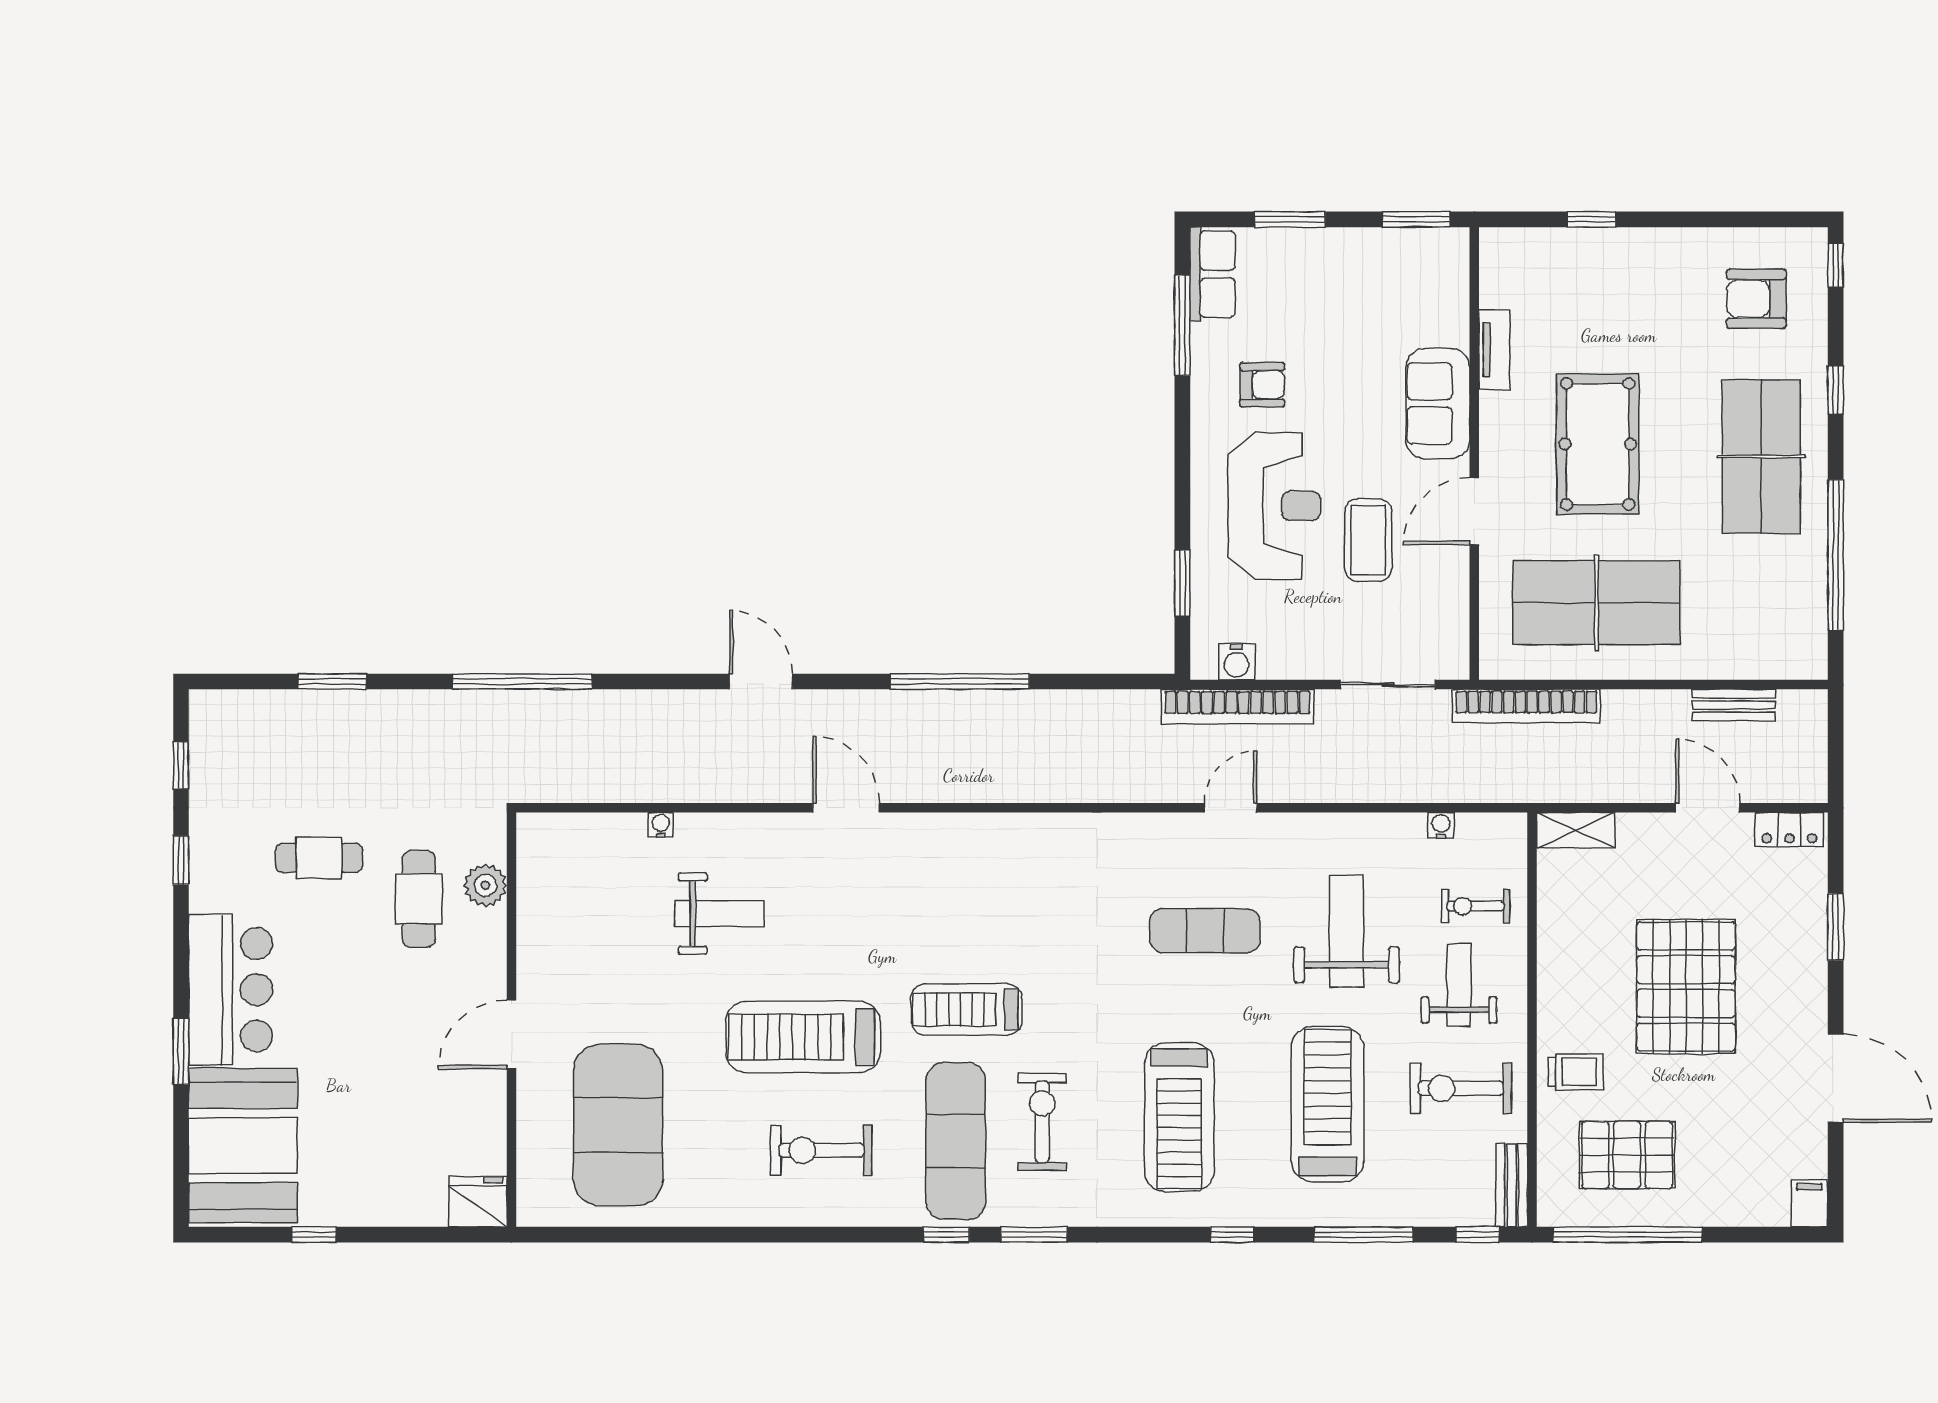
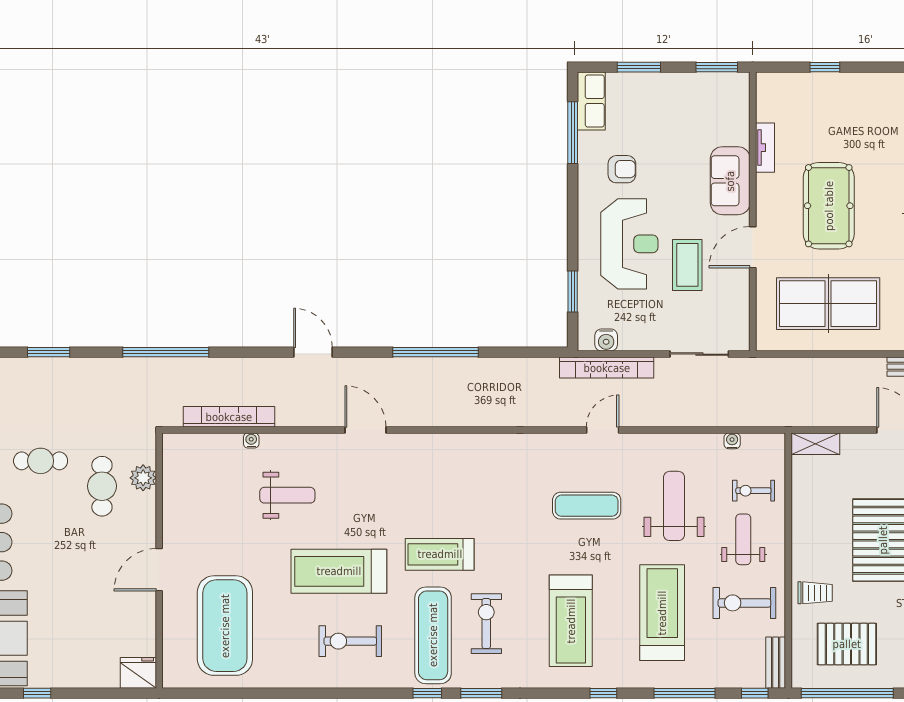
bookcase: (1526, 706) -> (229, 417), moved, turned 180

